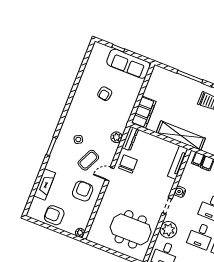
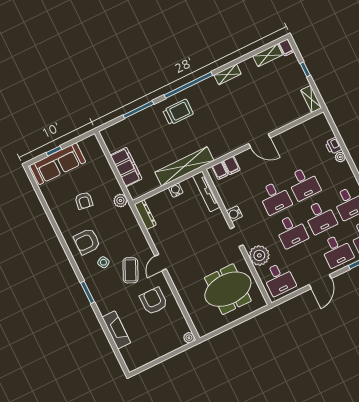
sofa: (128, 64) -> (58, 164), moved
filing cabinet: (144, 112) -> (126, 167), moved
plant: (116, 137) -> (120, 201), moved
water cooler: (162, 143) -> (176, 190), added
chair: (128, 164) -> (167, 238), removed
armchair: (54, 215) -> (87, 241), moved

